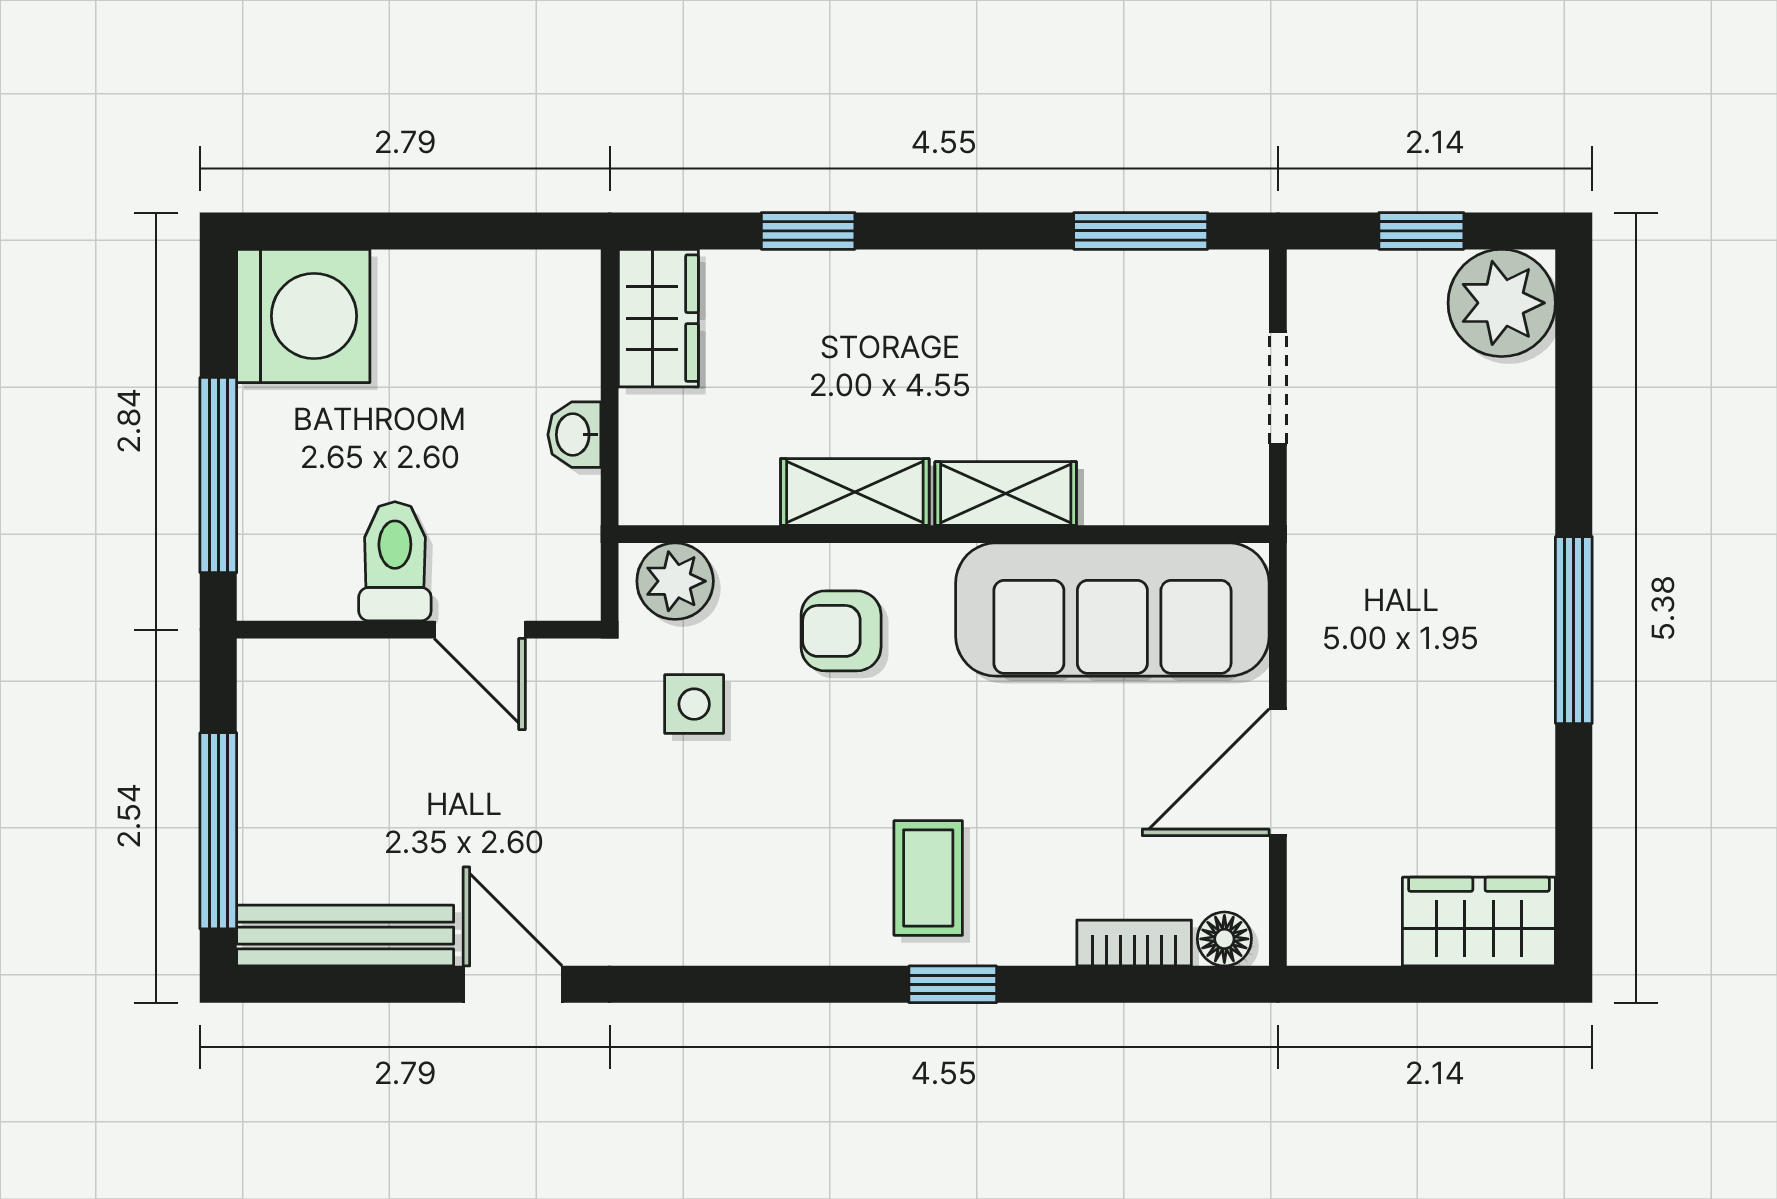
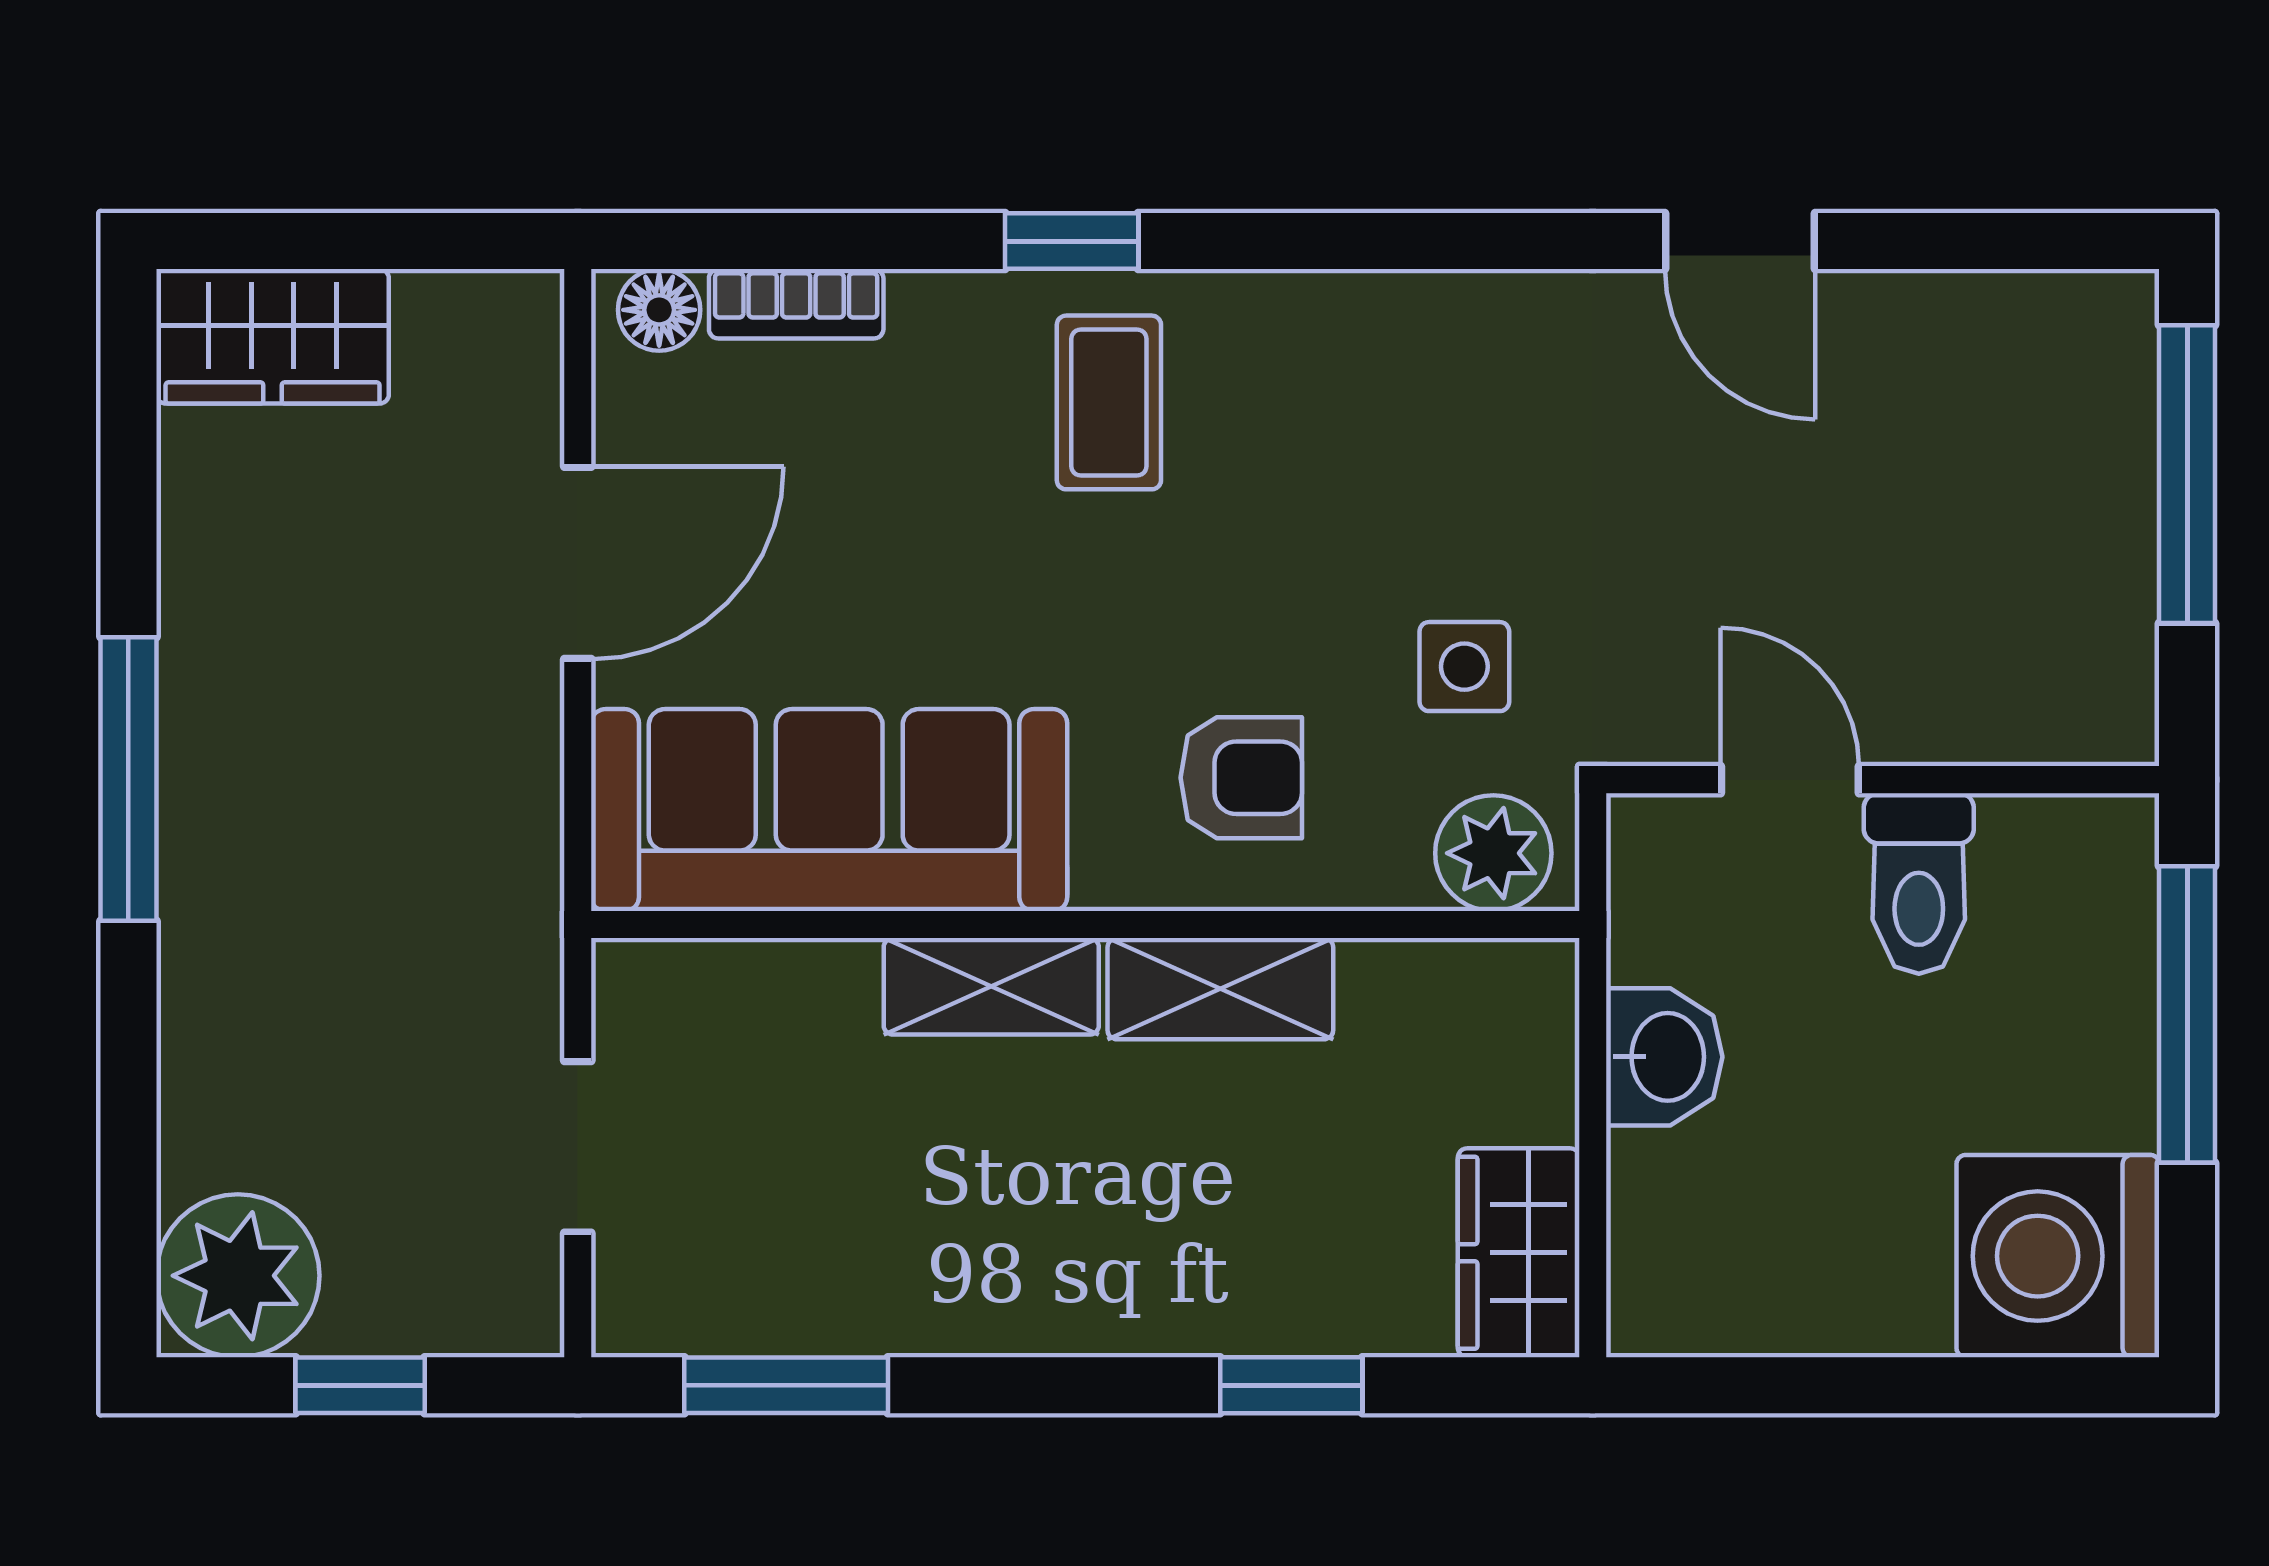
washbasin: (574, 435) -> (1664, 1057), width x1.38, depth x1.45
bench: (345, 936) -> (1994, 315), removed

